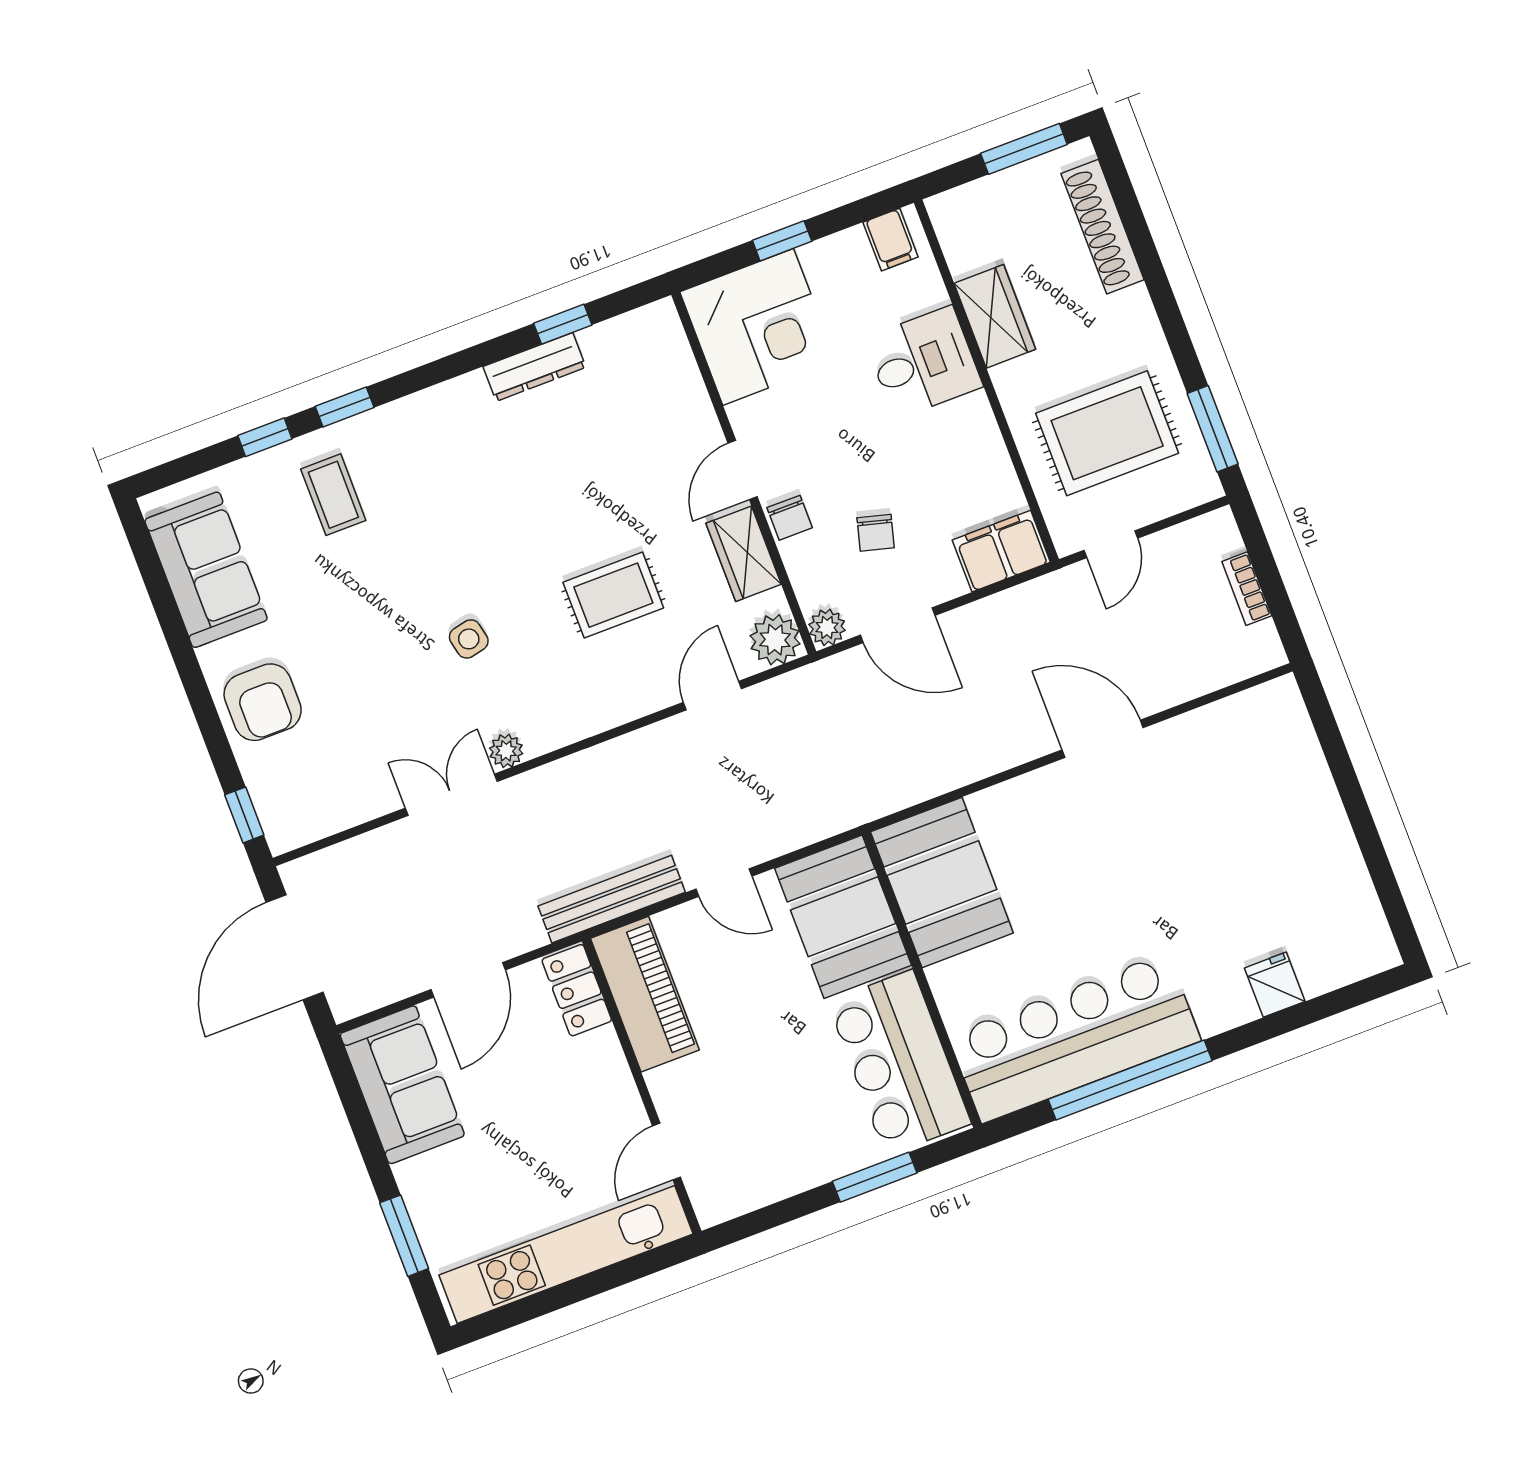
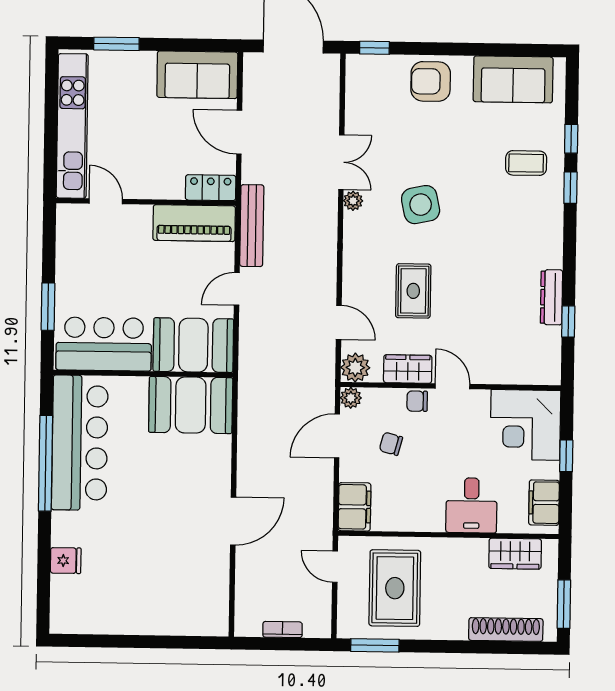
filing cabinet: (891, 240) -> (544, 503), width x2.00
wardrobe: (995, 316) -> (515, 554), moved
side table: (469, 639) -> (421, 205), width x1.87, depth x1.87

